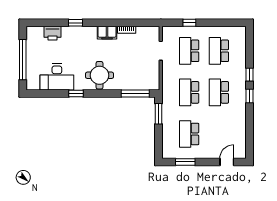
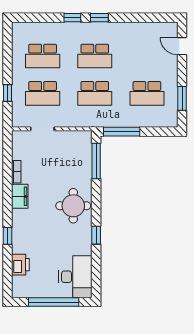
desk: (57, 77) -> (75, 277), moved
window: (159, 114) -> (122, 132), width x1.44

